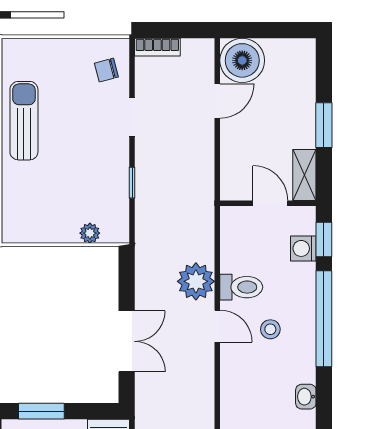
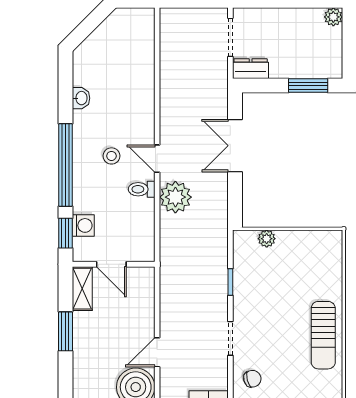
toilet: (241, 287) -> (142, 189), width x0.73, depth x0.72

